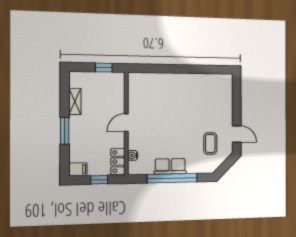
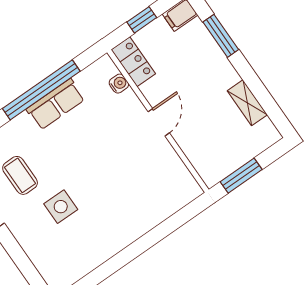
window: (104, 67) -> (241, 176), width x1.50
side table: (201, 115) -> (61, 207), added
window: (65, 131) -> (221, 36), moved

